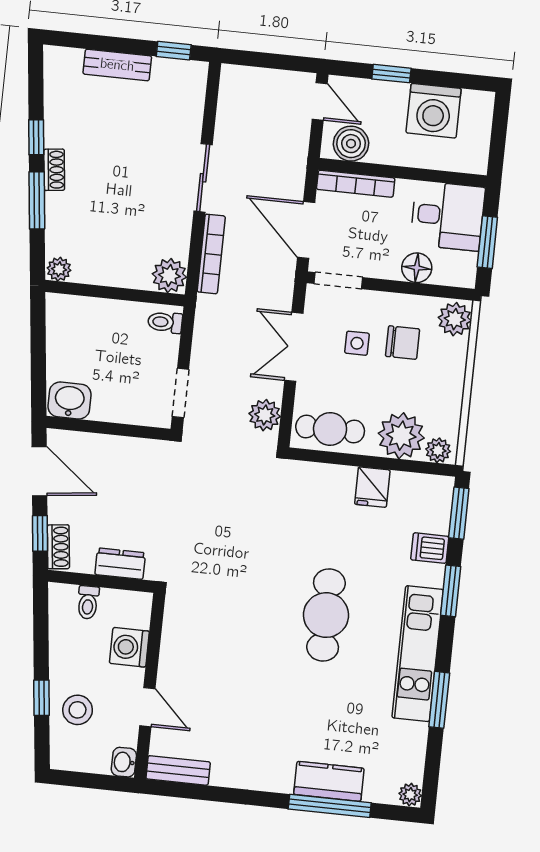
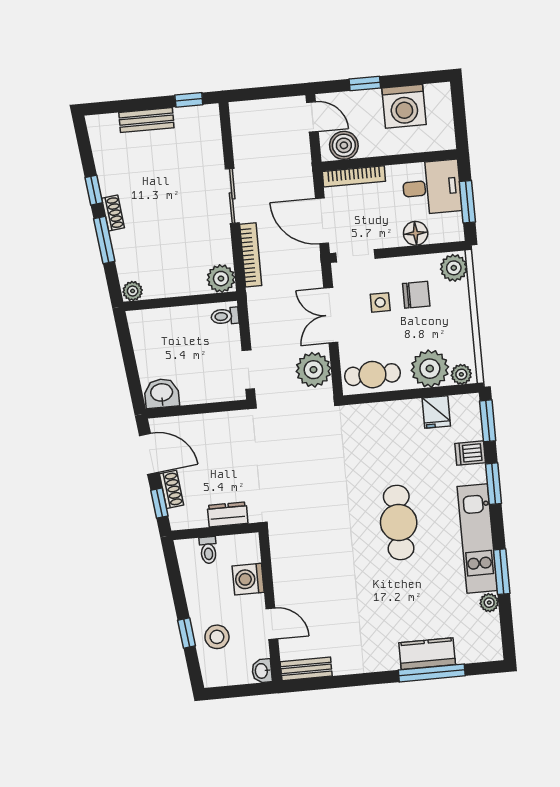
plant: (265, 415) -> (313, 370), width x1.36, depth x1.36
fridge: (372, 487) -> (436, 412), moved
shoe rack: (58, 547) -> (172, 489), moved
plant: (410, 795) -> (489, 603), moved

